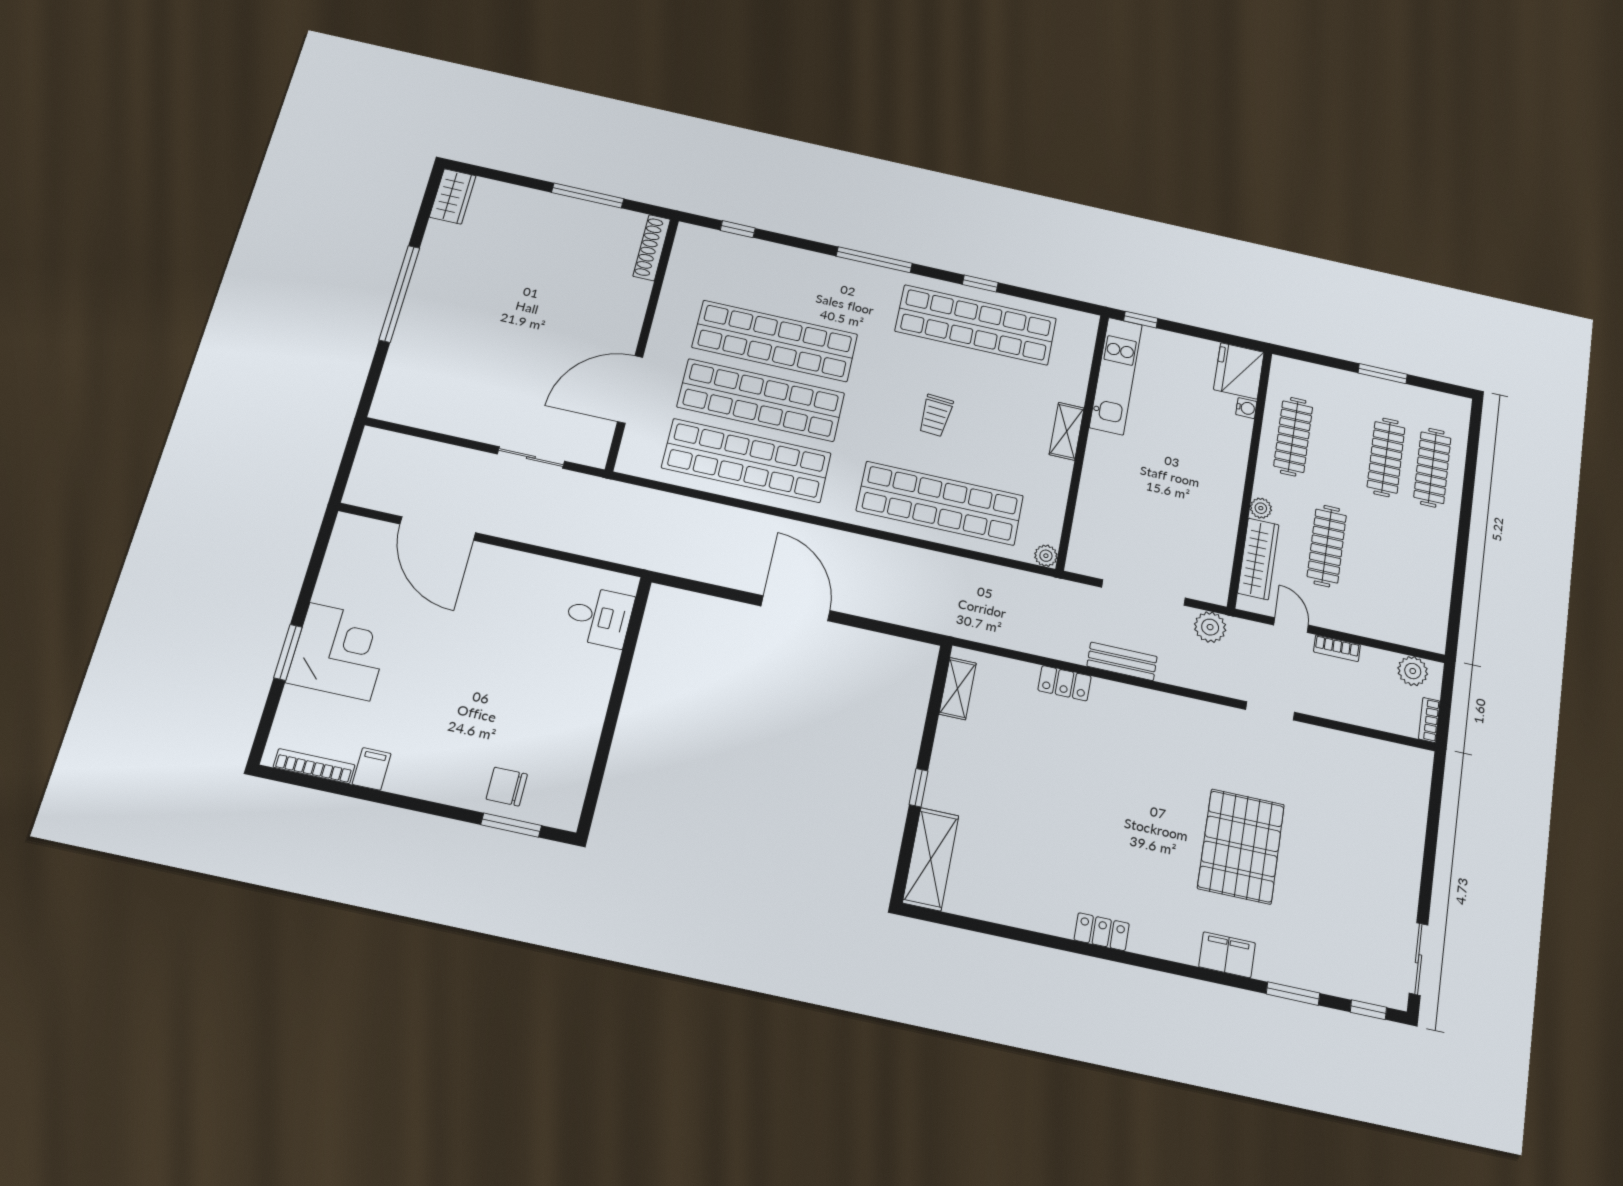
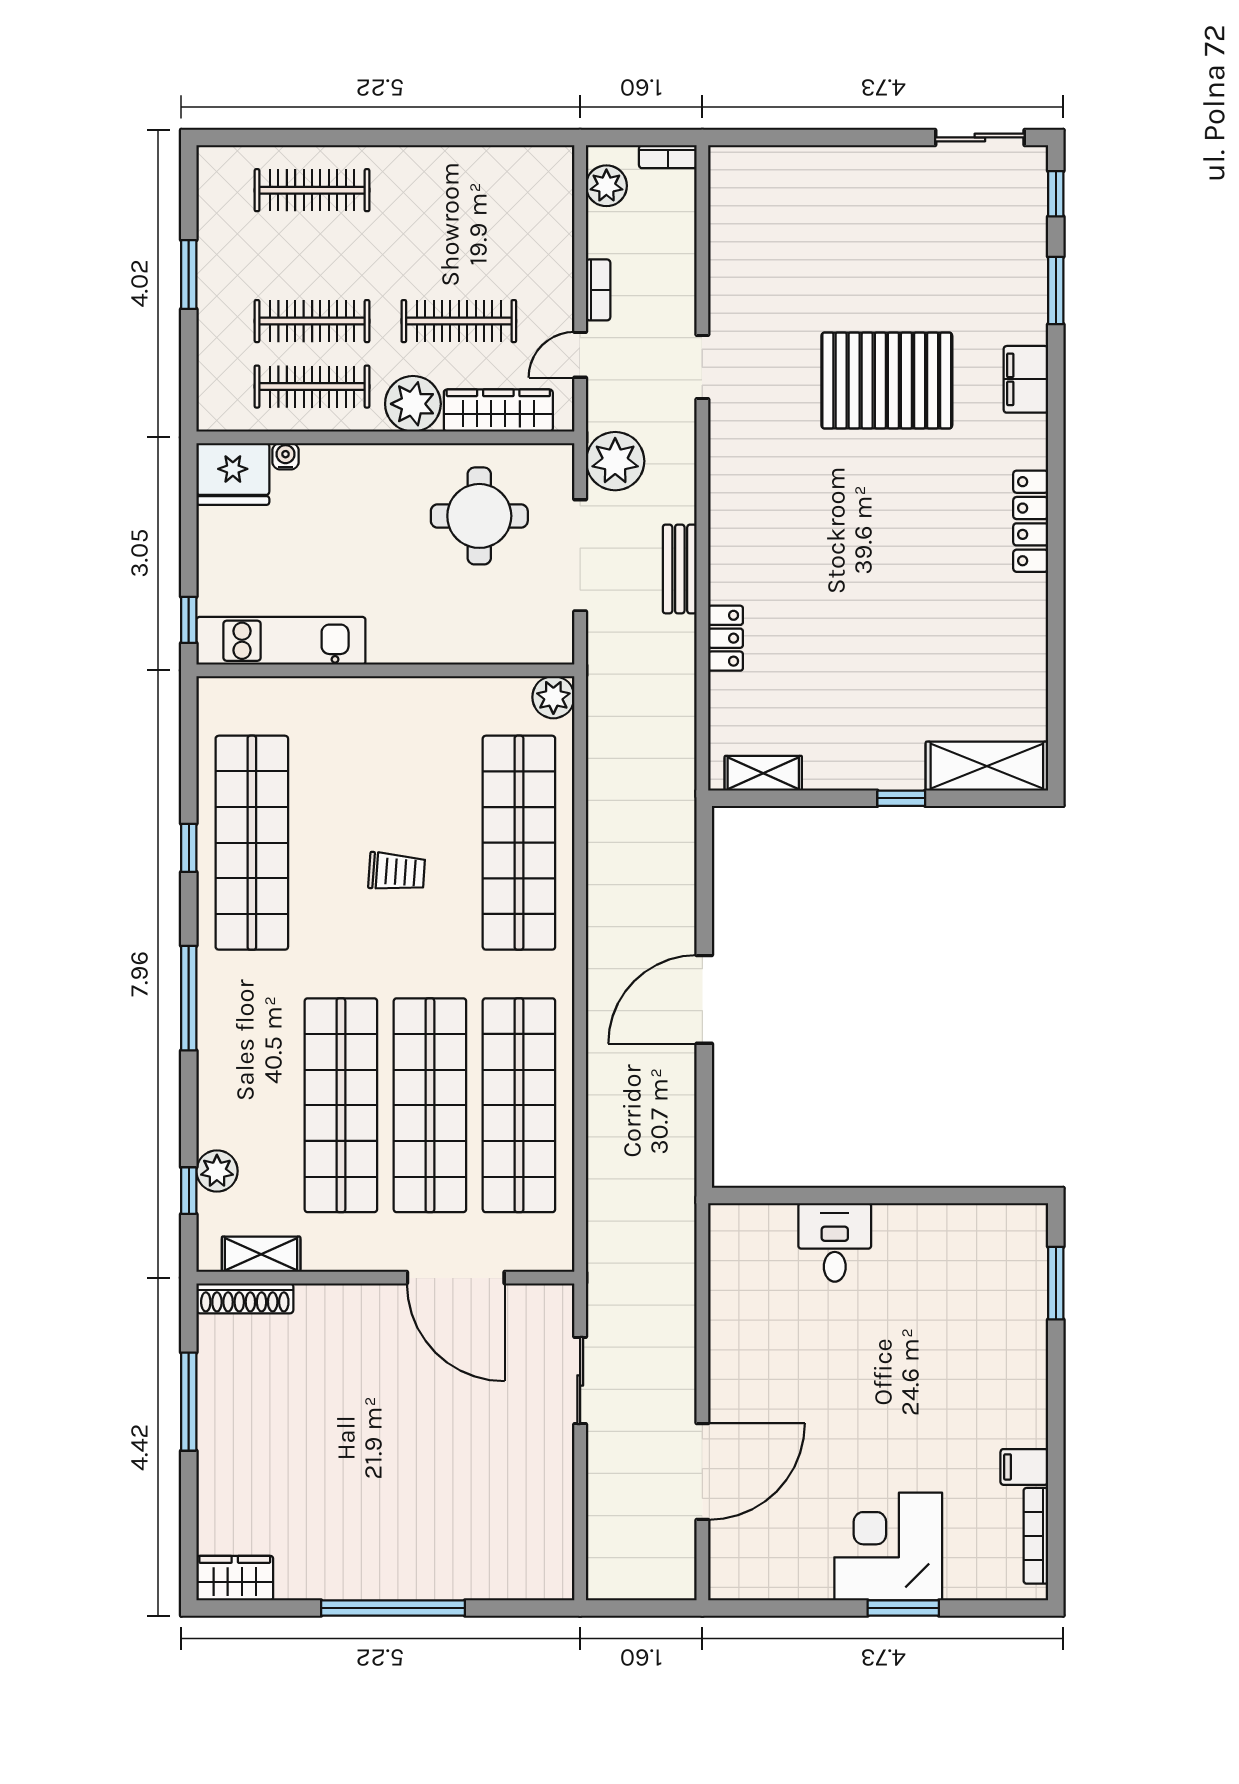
plant: (747, 250) -> (217, 1171), added
shelving: (1067, 431) -> (261, 1254), moved
clothes rail: (1386, 457) -> (312, 321), moved
plant: (1261, 508) -> (413, 404), width x1.87, depth x1.87
round table: (1184, 529) -> (479, 516), added
plant: (1046, 556) -> (553, 697), width x1.38, depth x1.38
desk: (599, 617) -> (835, 1242), moved
plant: (1210, 627) -> (615, 461), width x1.36, depth x1.36
chair: (507, 787) -> (1010, 1300), removed
locker: (1102, 932) -> (1031, 521), width x1.53

